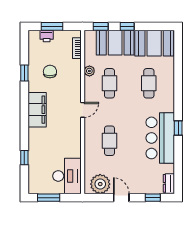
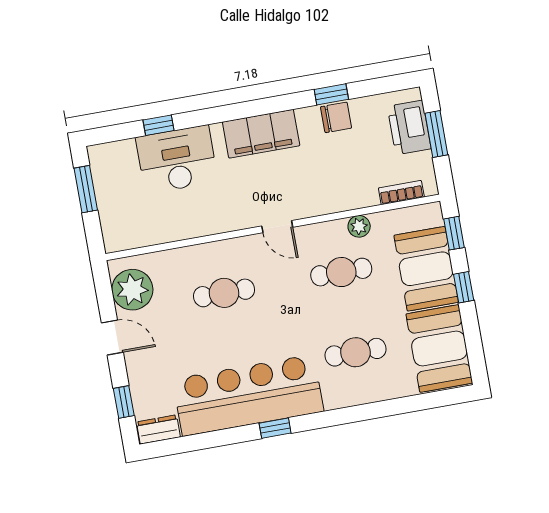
printer: (47, 36) -> (409, 128), width x1.87, depth x1.48
chair: (50, 72) -> (336, 117), moved
bar counter: (160, 138) -> (248, 395), width x1.36
desk: (67, 176) -> (177, 159), moved, turned 180
door: (121, 198) -> (112, 338), hinge flipped

